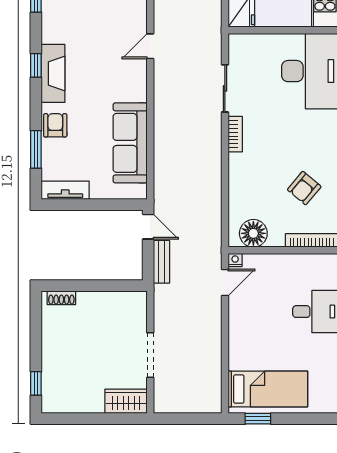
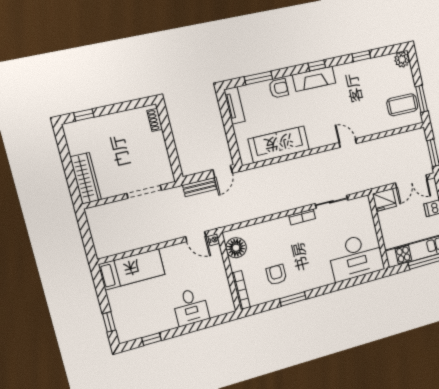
armchair: (304, 188) -> (276, 275), turned 50
doorway: (150, 355) -> (144, 192), moved
bed: (268, 389) -> (132, 269), moved, turned -90
wardrobe: (126, 401) -> (86, 178), width x1.50
window: (258, 419) -> (109, 322), moved

